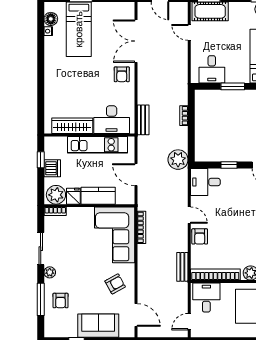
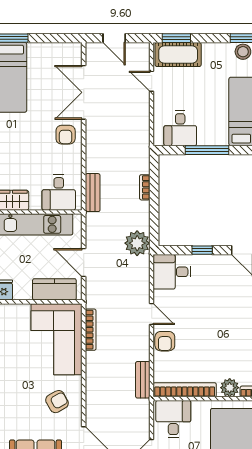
window: (233, 86) -> (207, 150), width x1.44
desk: (112, 120) -> (59, 192), width x0.73
kitchen counter: (98, 196) -> (54, 289), moved

